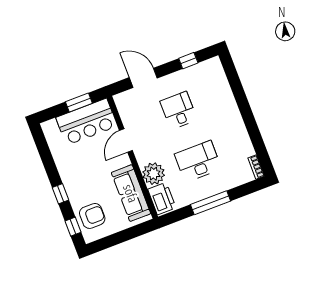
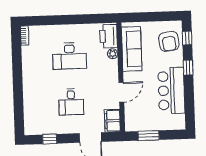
filing cabinet: (125, 105) -> (112, 121), added
bar counter: (87, 122) -> (171, 91), moved, turned -90
plant: (154, 174) -> (113, 54), width x0.53, depth x0.53
window: (210, 203) -> (71, 20), removed
armchair: (92, 216) -> (169, 41), turned -97

